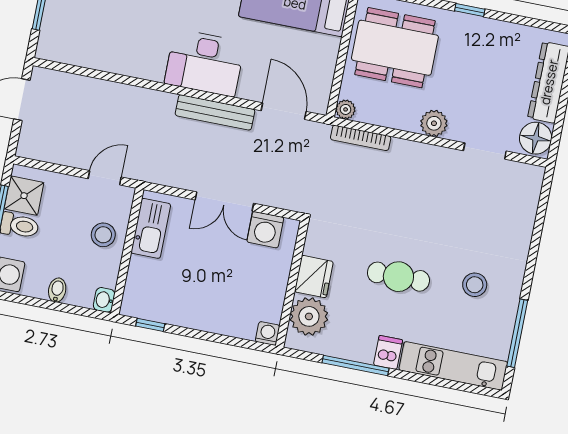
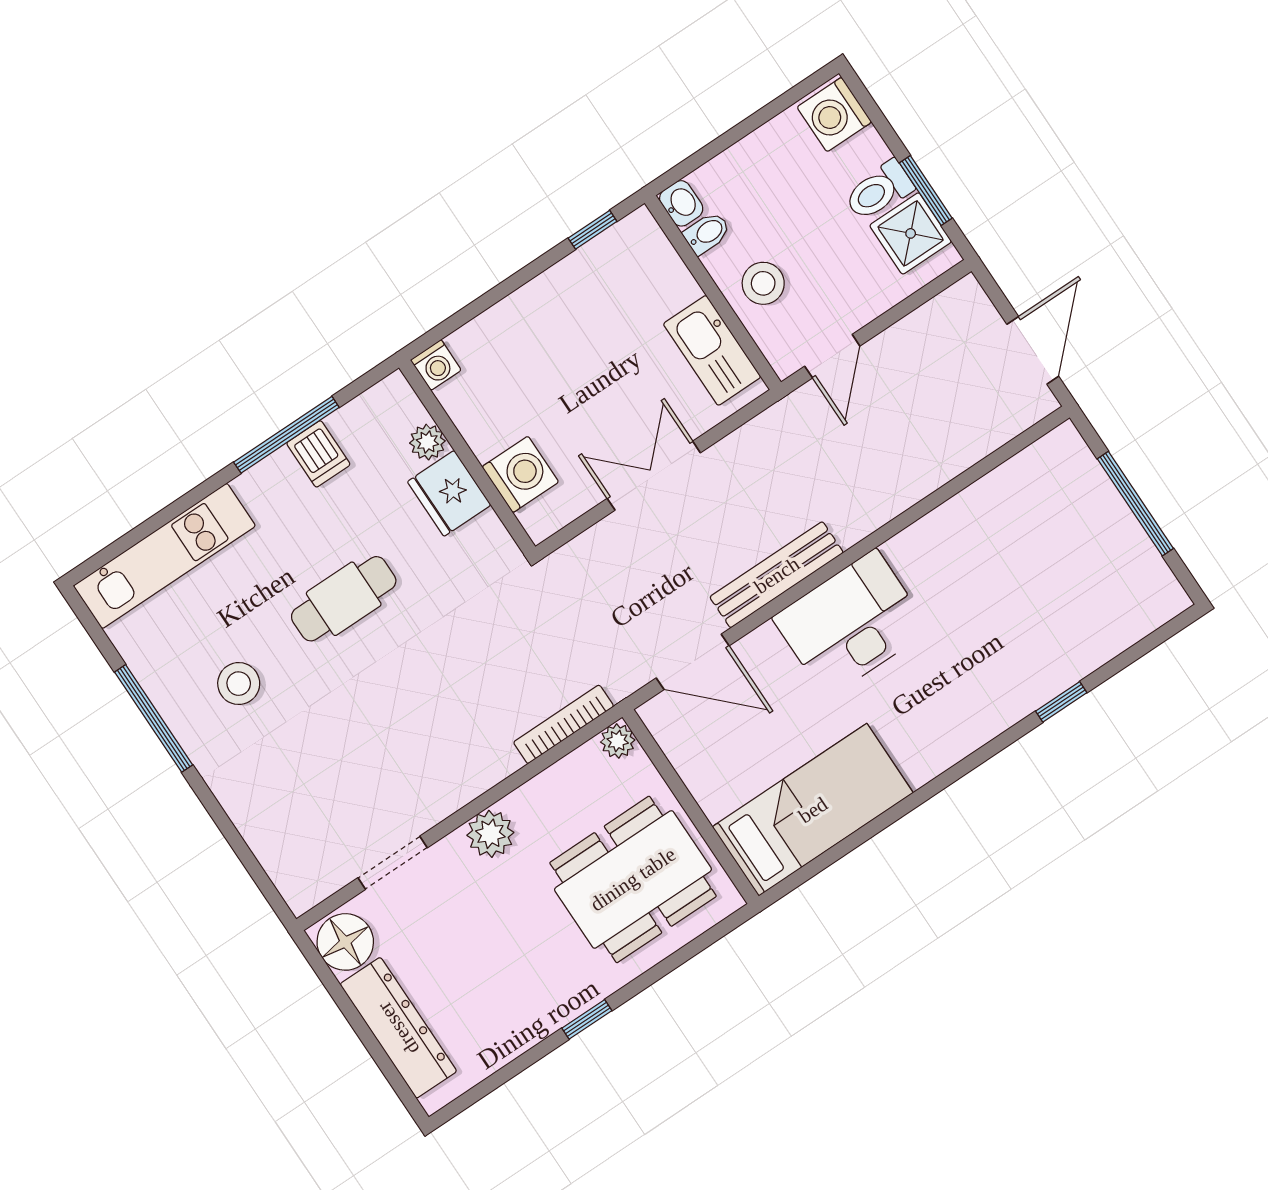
washing machine: (265, 230) -> (520, 474), moved, turned 90
bidet: (57, 290) -> (707, 233), moved, turned -90
plant: (309, 316) -> (427, 442), width x0.53, depth x0.53
window: (517, 333) -> (154, 718), moved
dishwasher: (388, 352) -> (318, 454), moved

